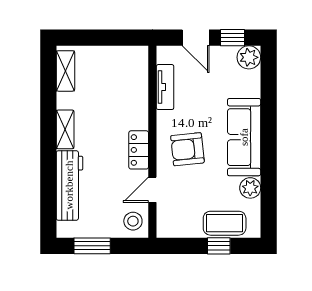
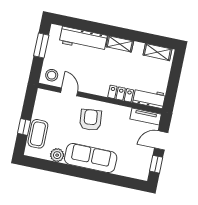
plant: (249, 57) -> (141, 172), removed
workbench: (136, 69) -> (149, 98), added
tv unit: (165, 87) -> (146, 117), moved
locker: (139, 150) -> (121, 94), moved

